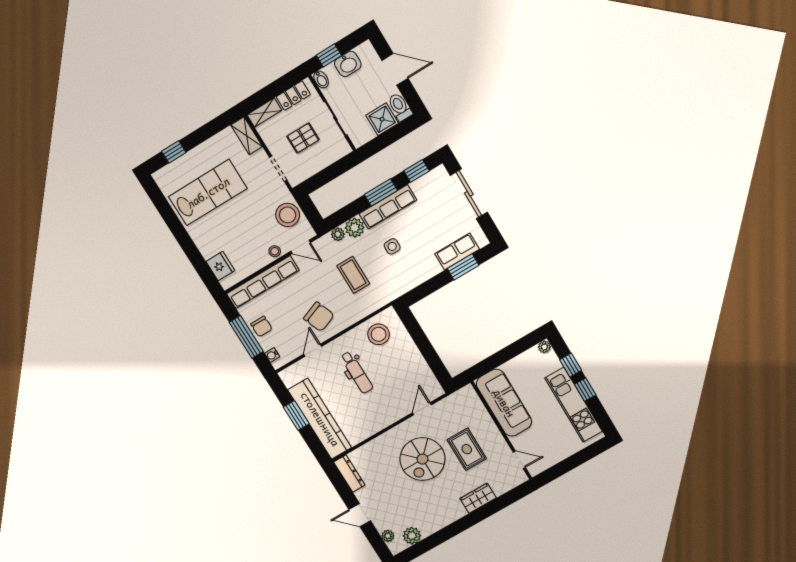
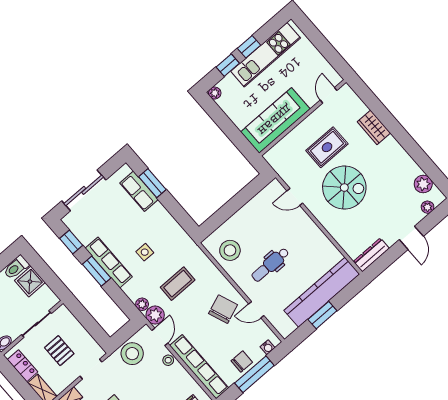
plant: (355, 228) -> (155, 315), moved
dental chair: (357, 372) -> (270, 265), turned 180

